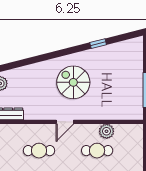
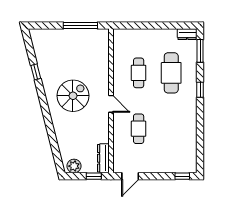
spiral stairs: (73, 82) -> (73, 96), turned 180
plant: (107, 131) -> (120, 64), removed

